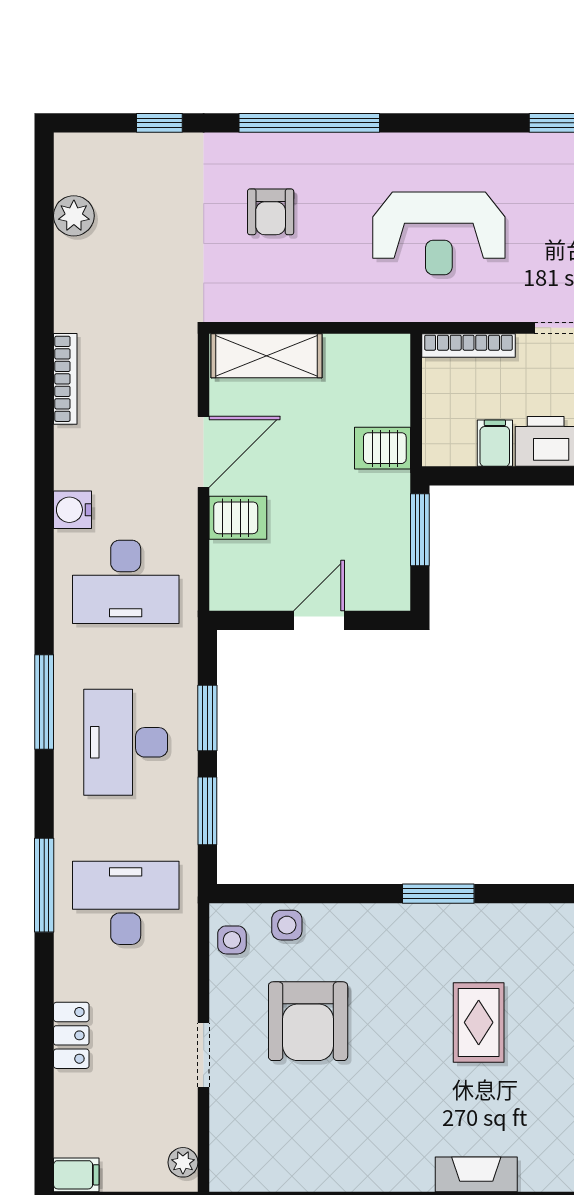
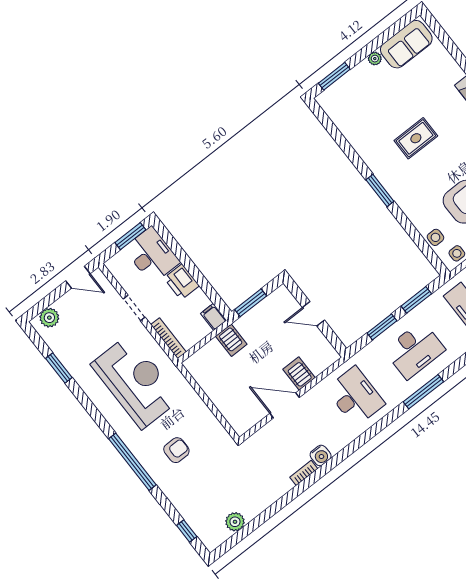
window: (159, 123) -> (187, 531), moved
reception desk: (439, 233) -> (136, 382), width x1.36, depth x1.30
shelving: (266, 356) -> (231, 410), removed
bookcase: (65, 379) -> (304, 473), width x0.64
filing cabinet: (495, 443) -> (214, 317), moved, turned 90
water cooler: (72, 510) -> (321, 455), moved

